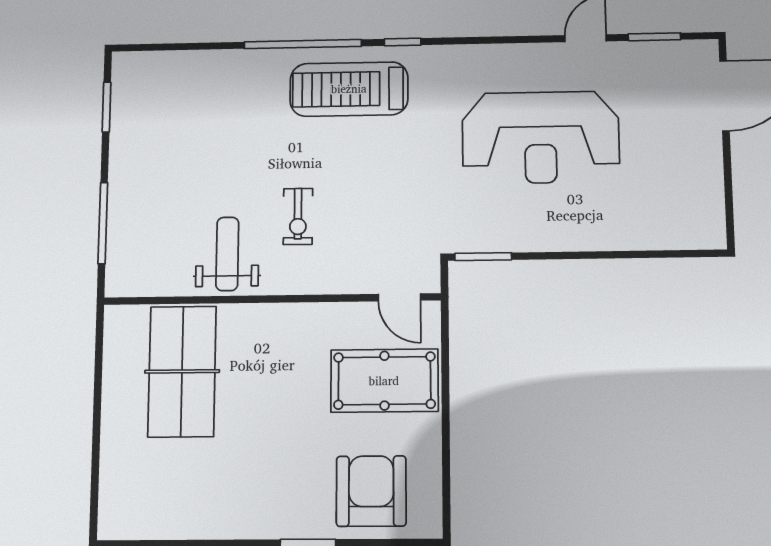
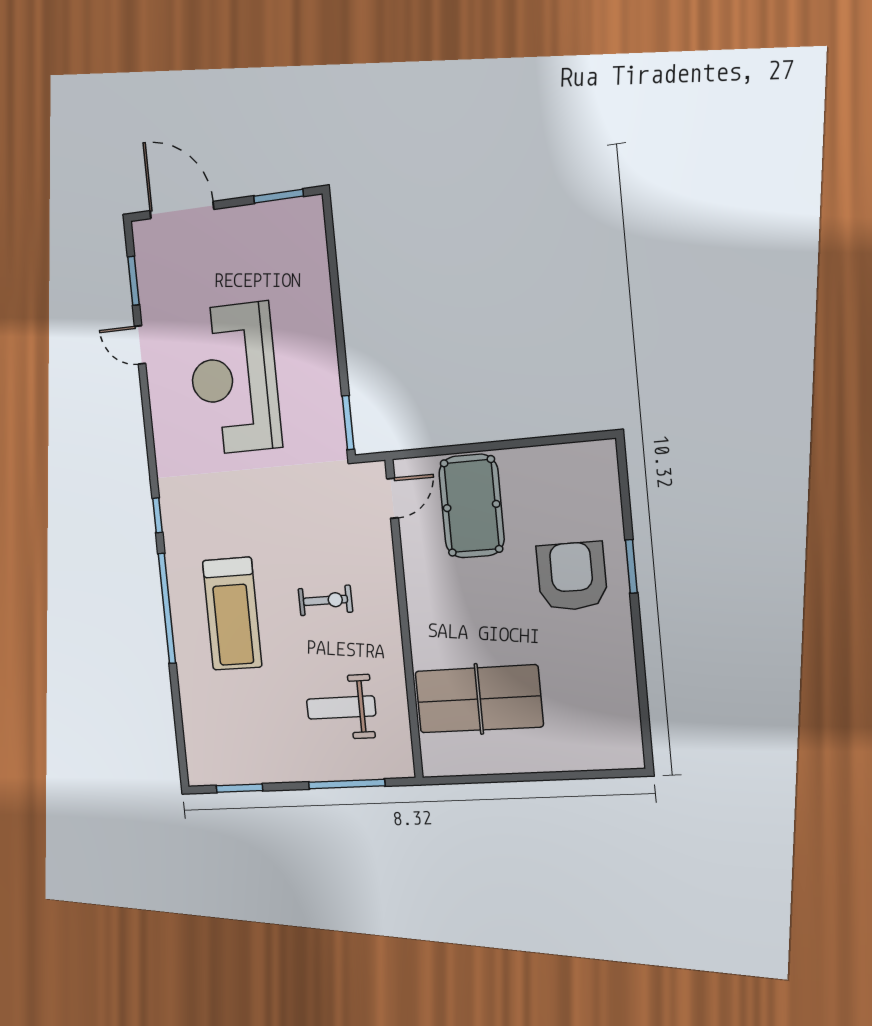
treadmill: (349, 89) -> (232, 614), moved
reception desk: (540, 137) -> (234, 379), turned 180
window: (729, 202) -> (279, 196), added
weight bench: (227, 254) -> (341, 707), moved
armchair: (371, 491) -> (572, 576), moved, turned 90

